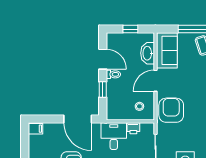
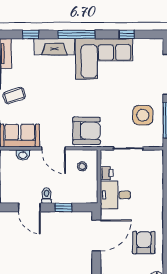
washbasin: (148, 53) -> (23, 155), width x0.52, depth x0.69
door: (103, 59) -> (29, 207), swing flipped
armchair: (171, 110) -> (86, 131), turned 180

